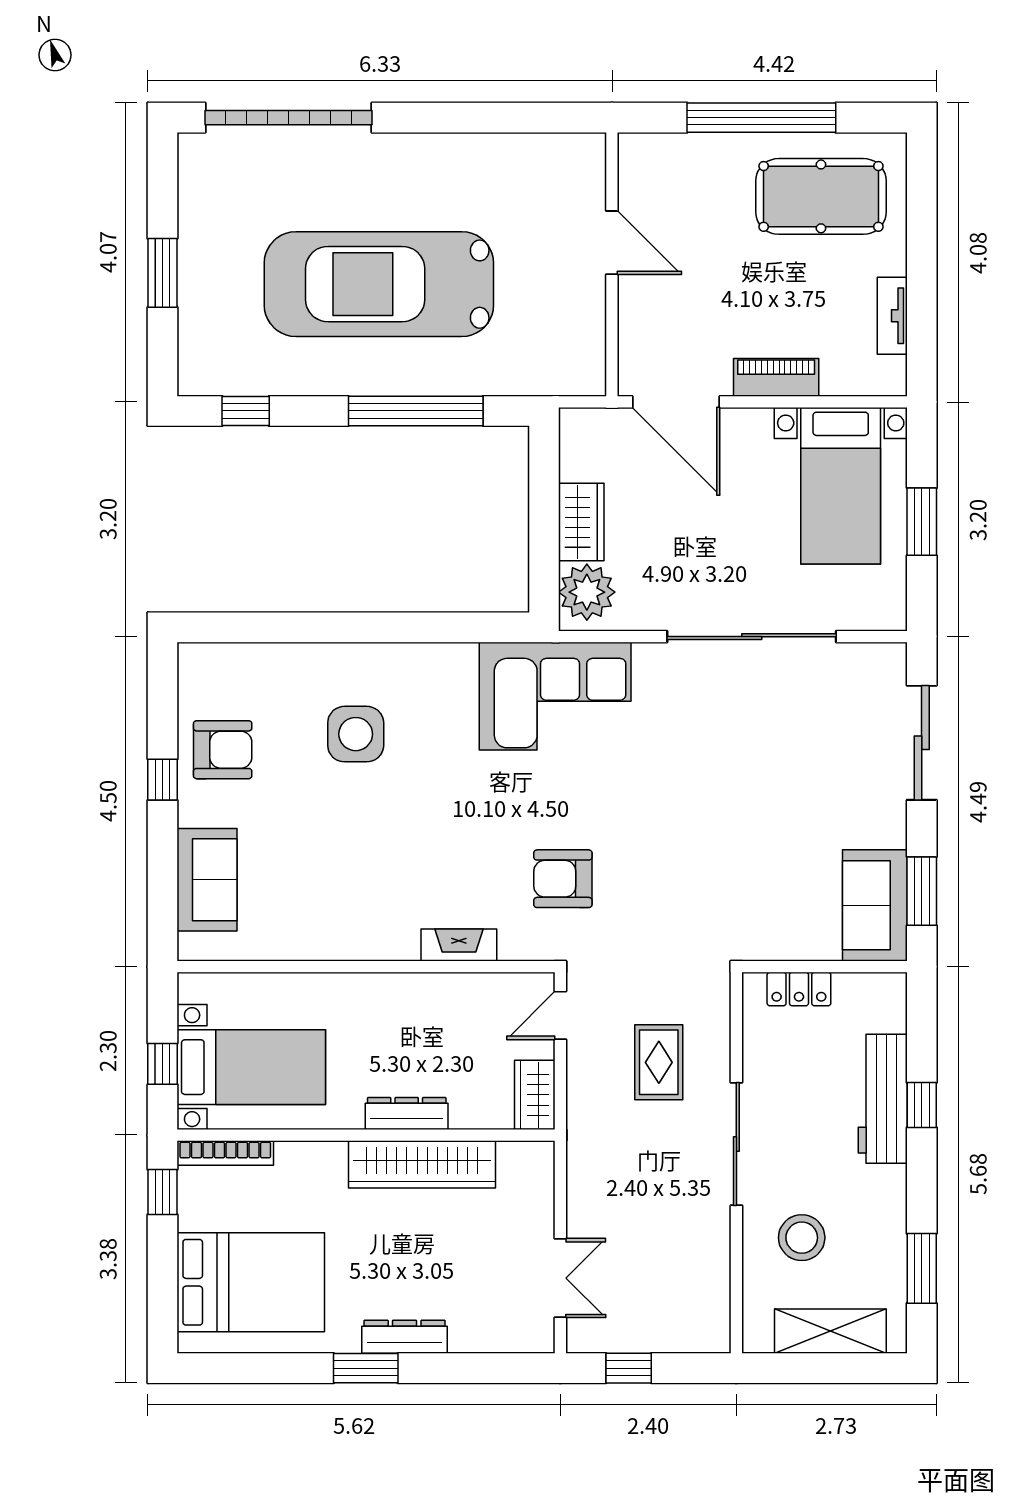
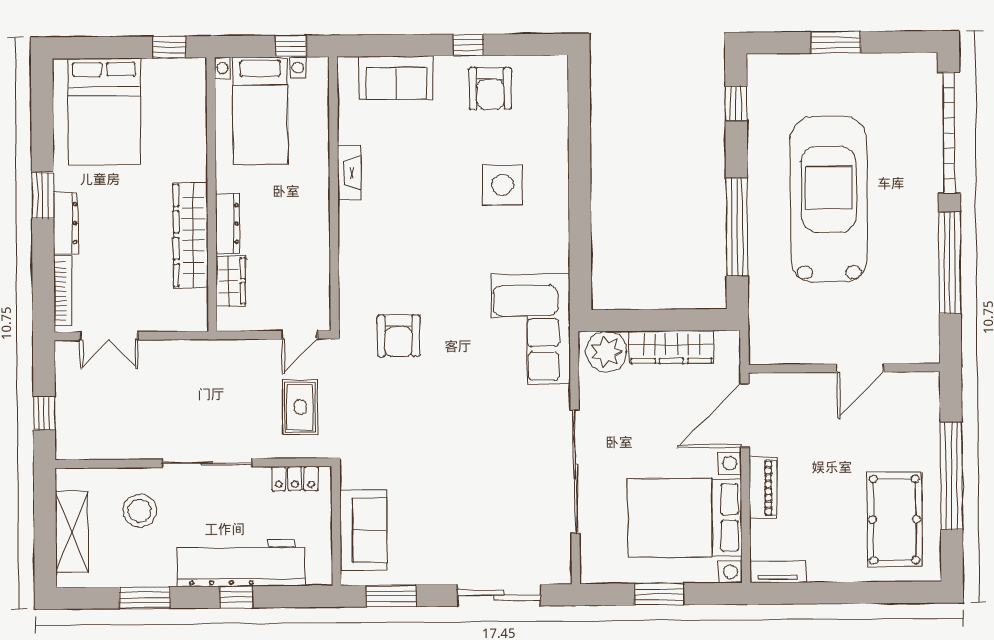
window: (468, 118) -> (950, 263), added
tv unit: (892, 316) -> (778, 572), moved
bed with nightstands: (841, 486) -> (685, 518), width x1.36
wardrobe: (581, 522) -> (671, 347), width x1.50
armchair: (563, 879) -> (398, 336), turned 180
sofa: (875, 905) -> (364, 530), moved, turned 90
fireplace: (459, 945) -> (349, 173), moved
locker: (799, 989) -> (295, 479), moved, turned -90
door: (560, 1015) -> (299, 335), swing flipped
rug: (659, 1062) -> (300, 407), moved, turned 90
window: (163, 1064) -> (291, 46), moved
wardrobe: (535, 1095) -> (231, 281), moved, turned 90
workbench: (883, 1099) -> (241, 563), width x1.36, depth x1.32
bookcase: (225, 1153) -> (63, 291), moved, turned 180
window: (922, 1268) -> (145, 598), moved
window: (629, 1368) -> (44, 413), moved

